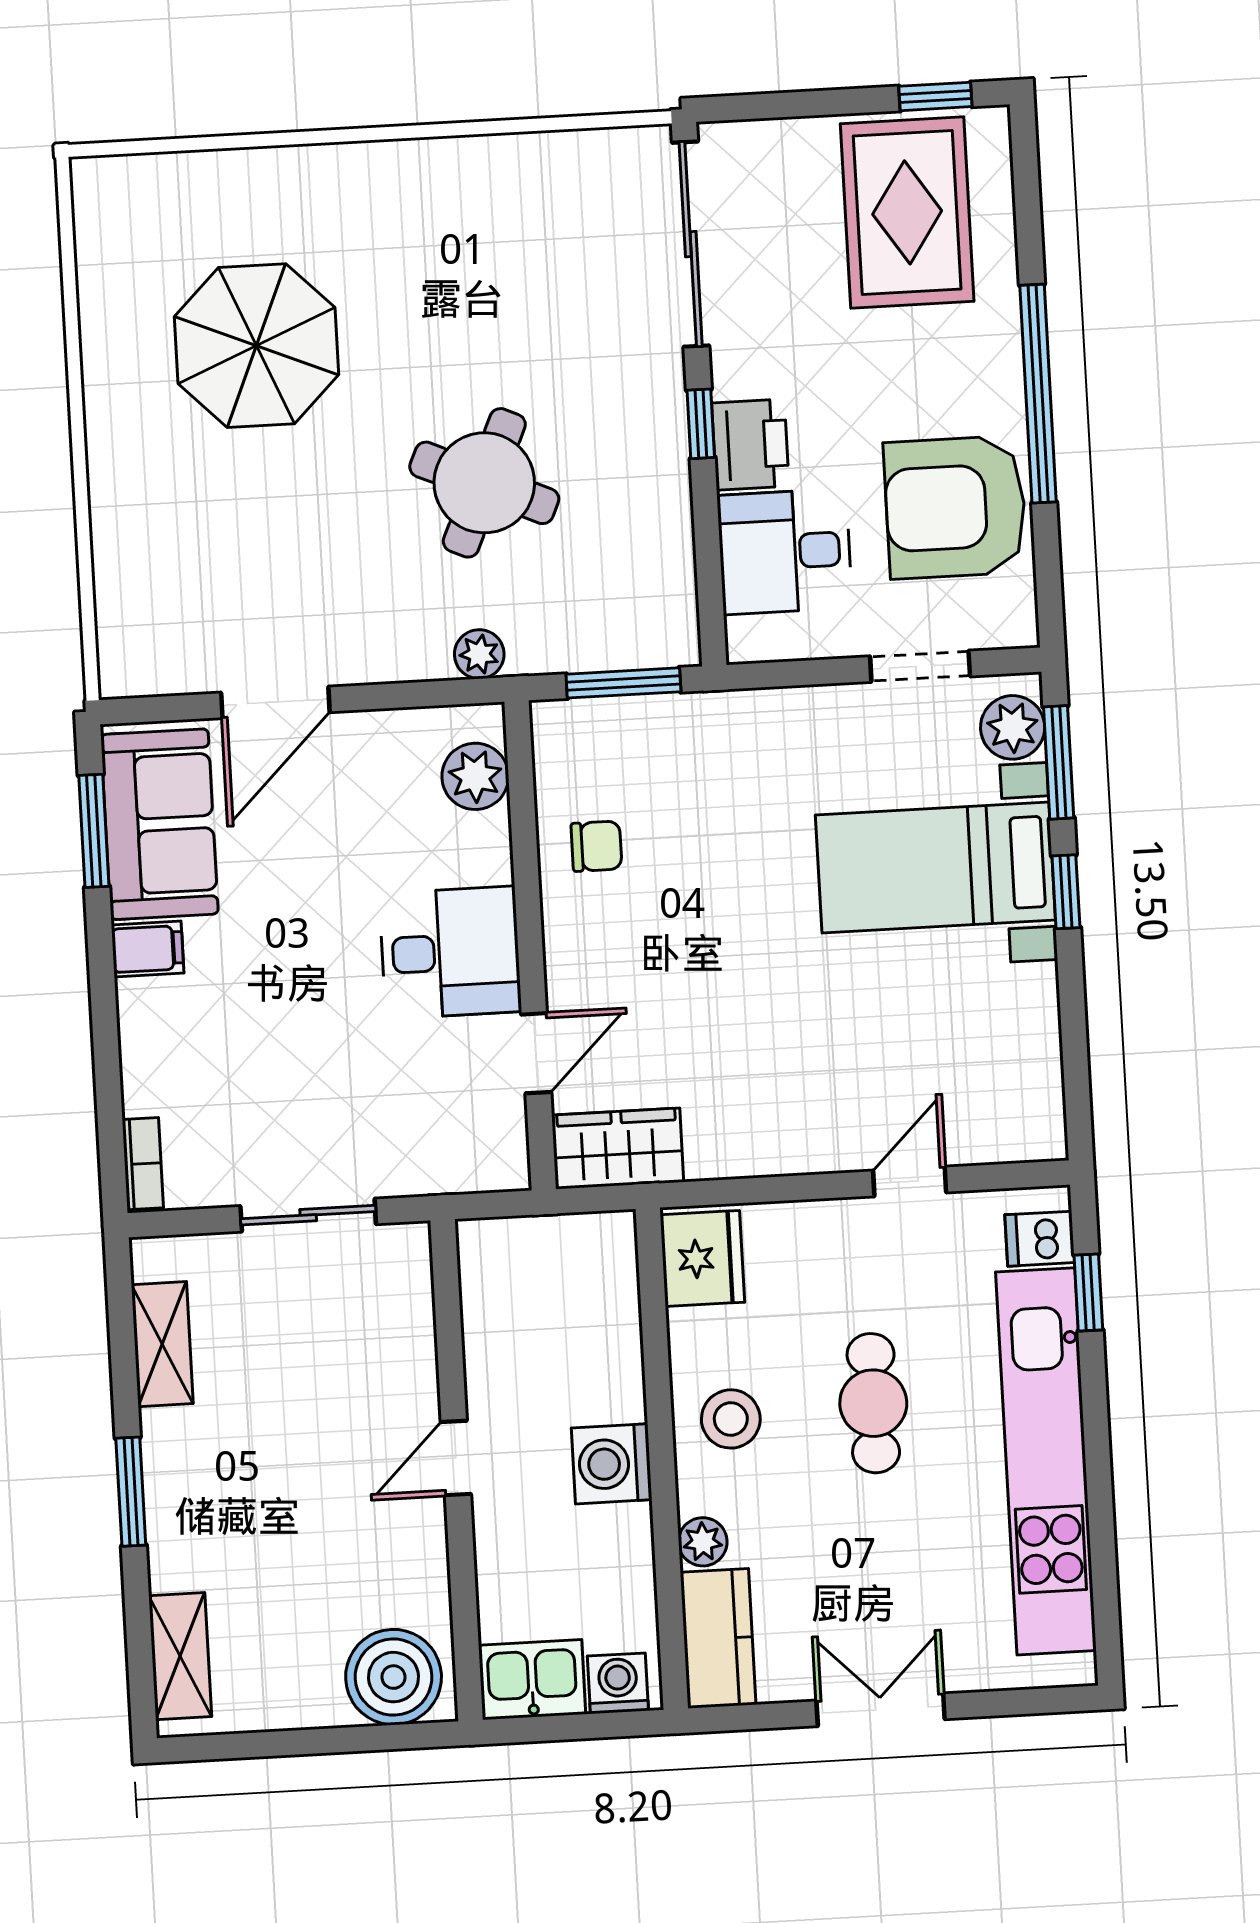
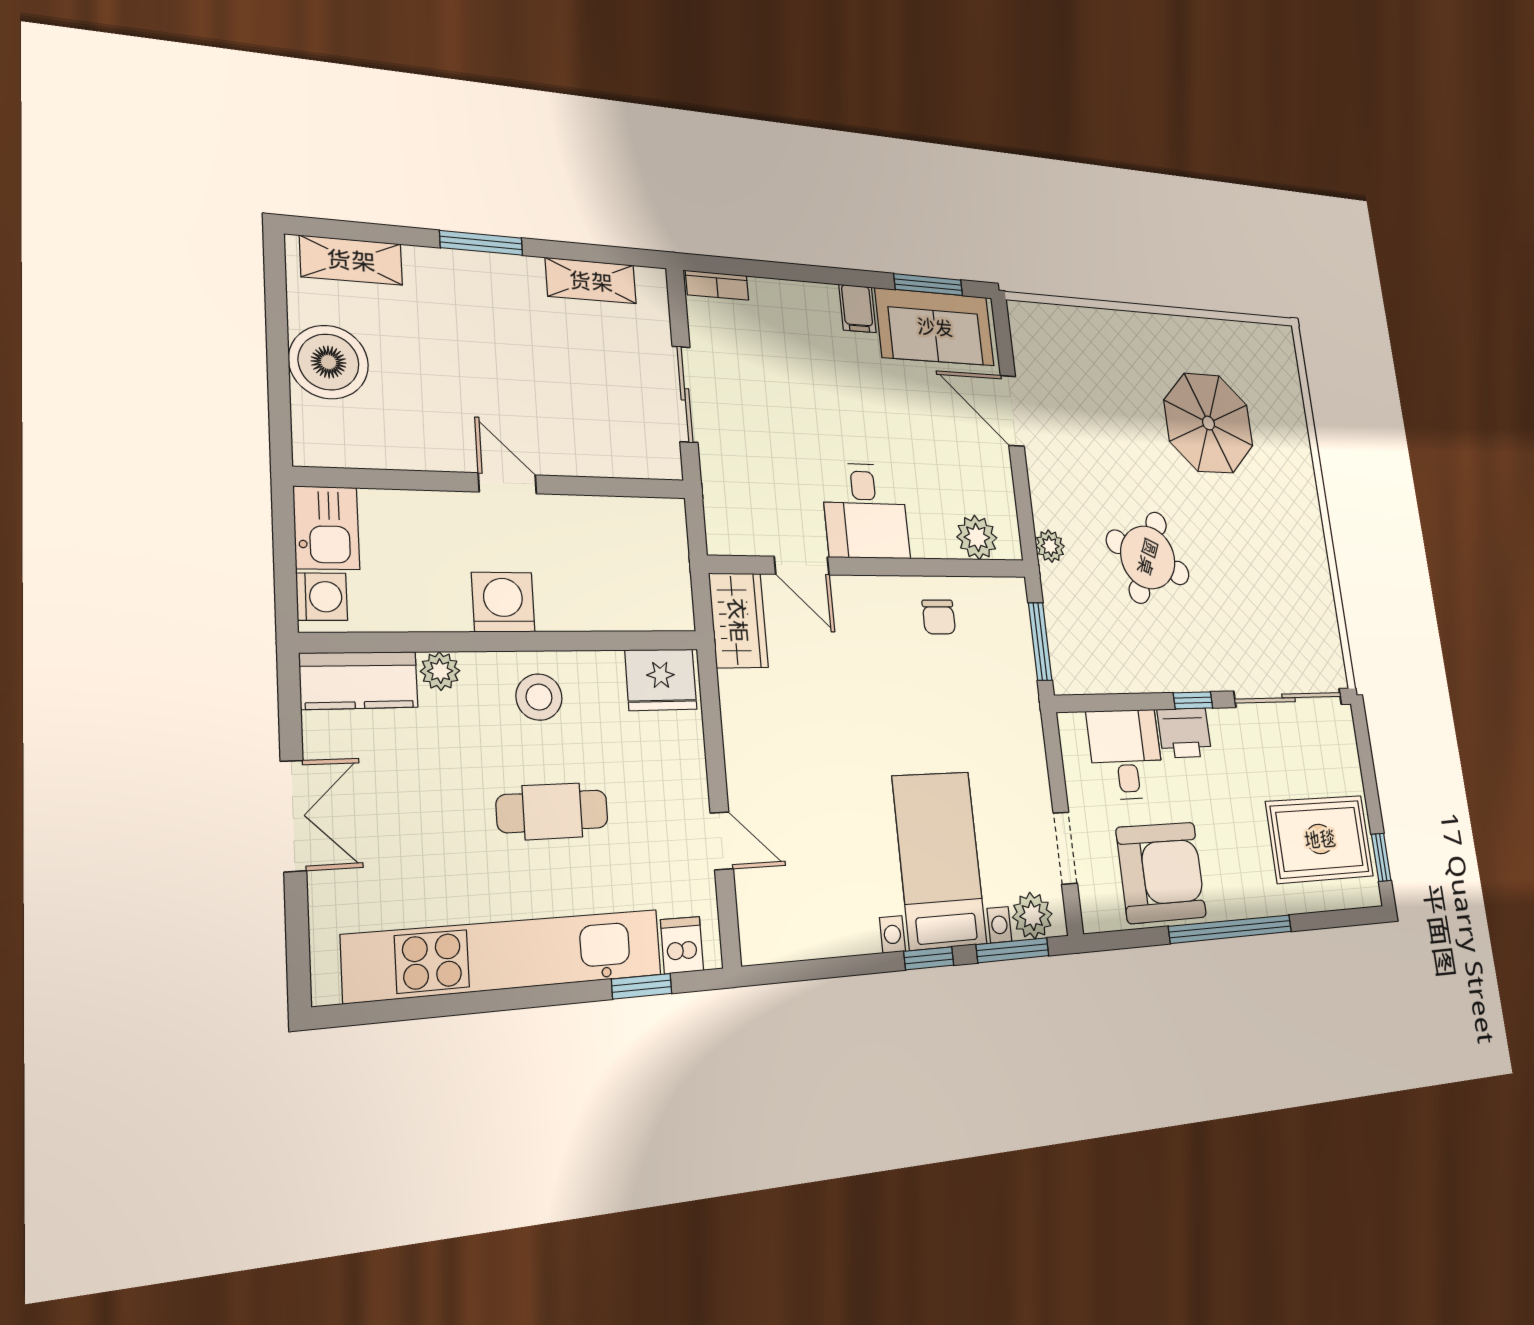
armchair: (955, 507) -> (1161, 872), turned 90
boiler: (394, 1677) -> (329, 362), moved

